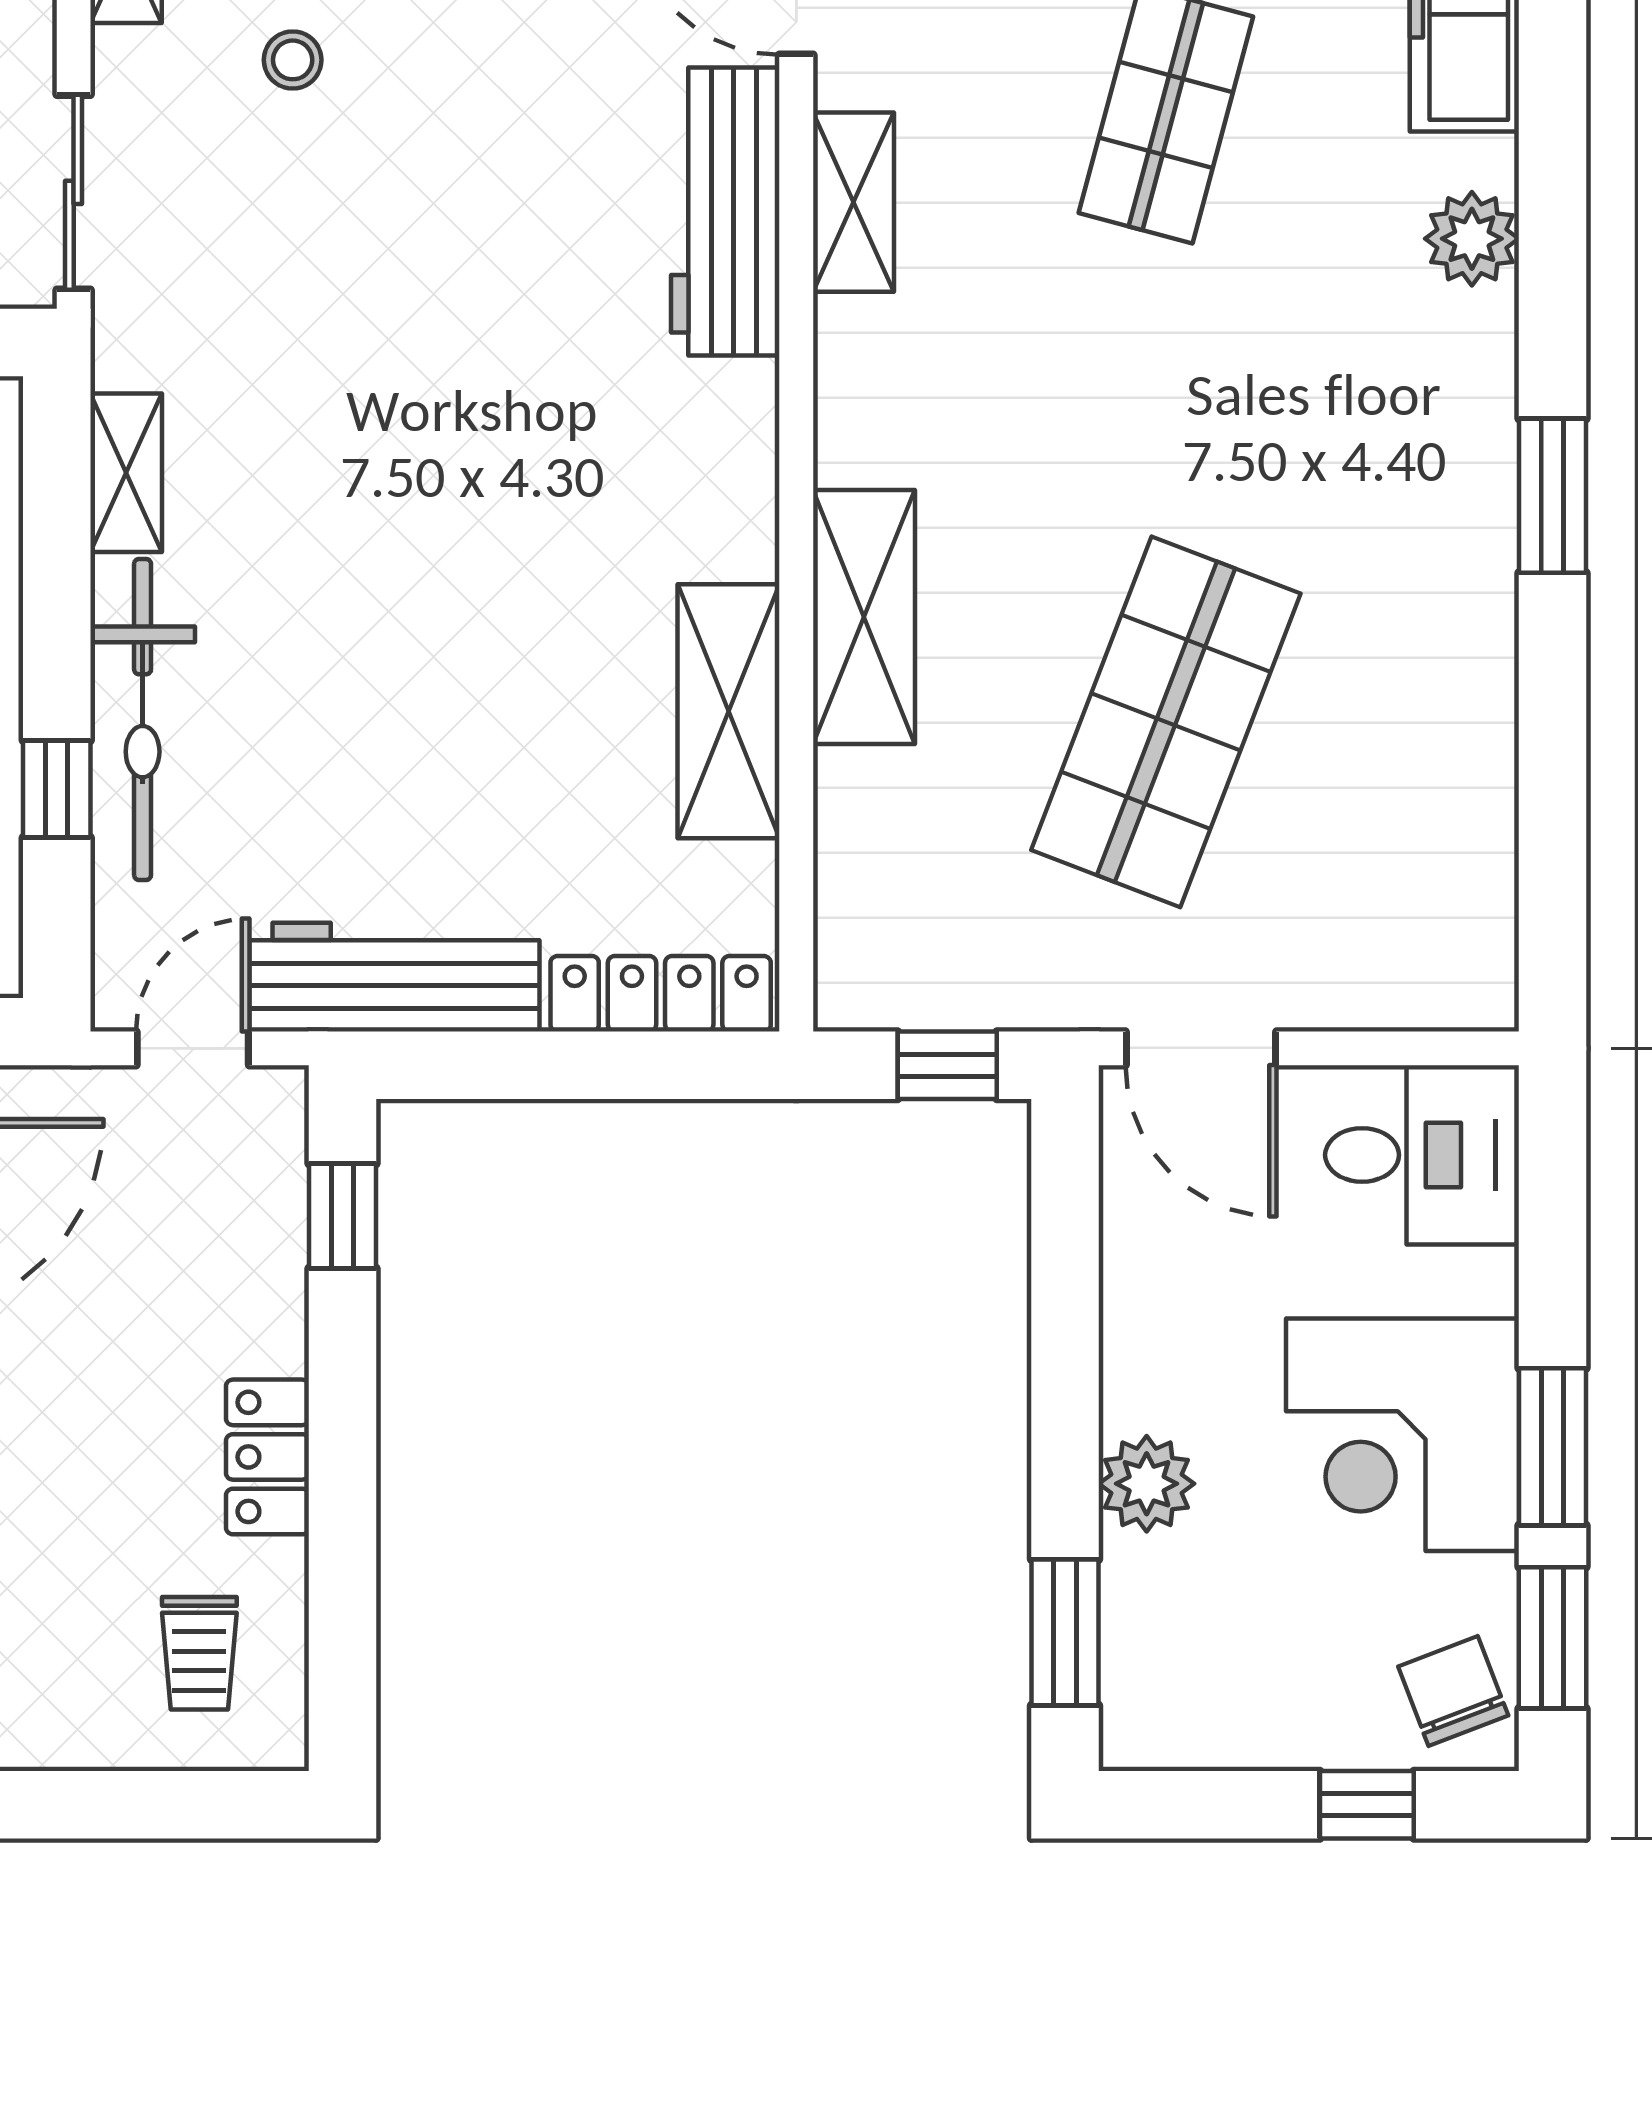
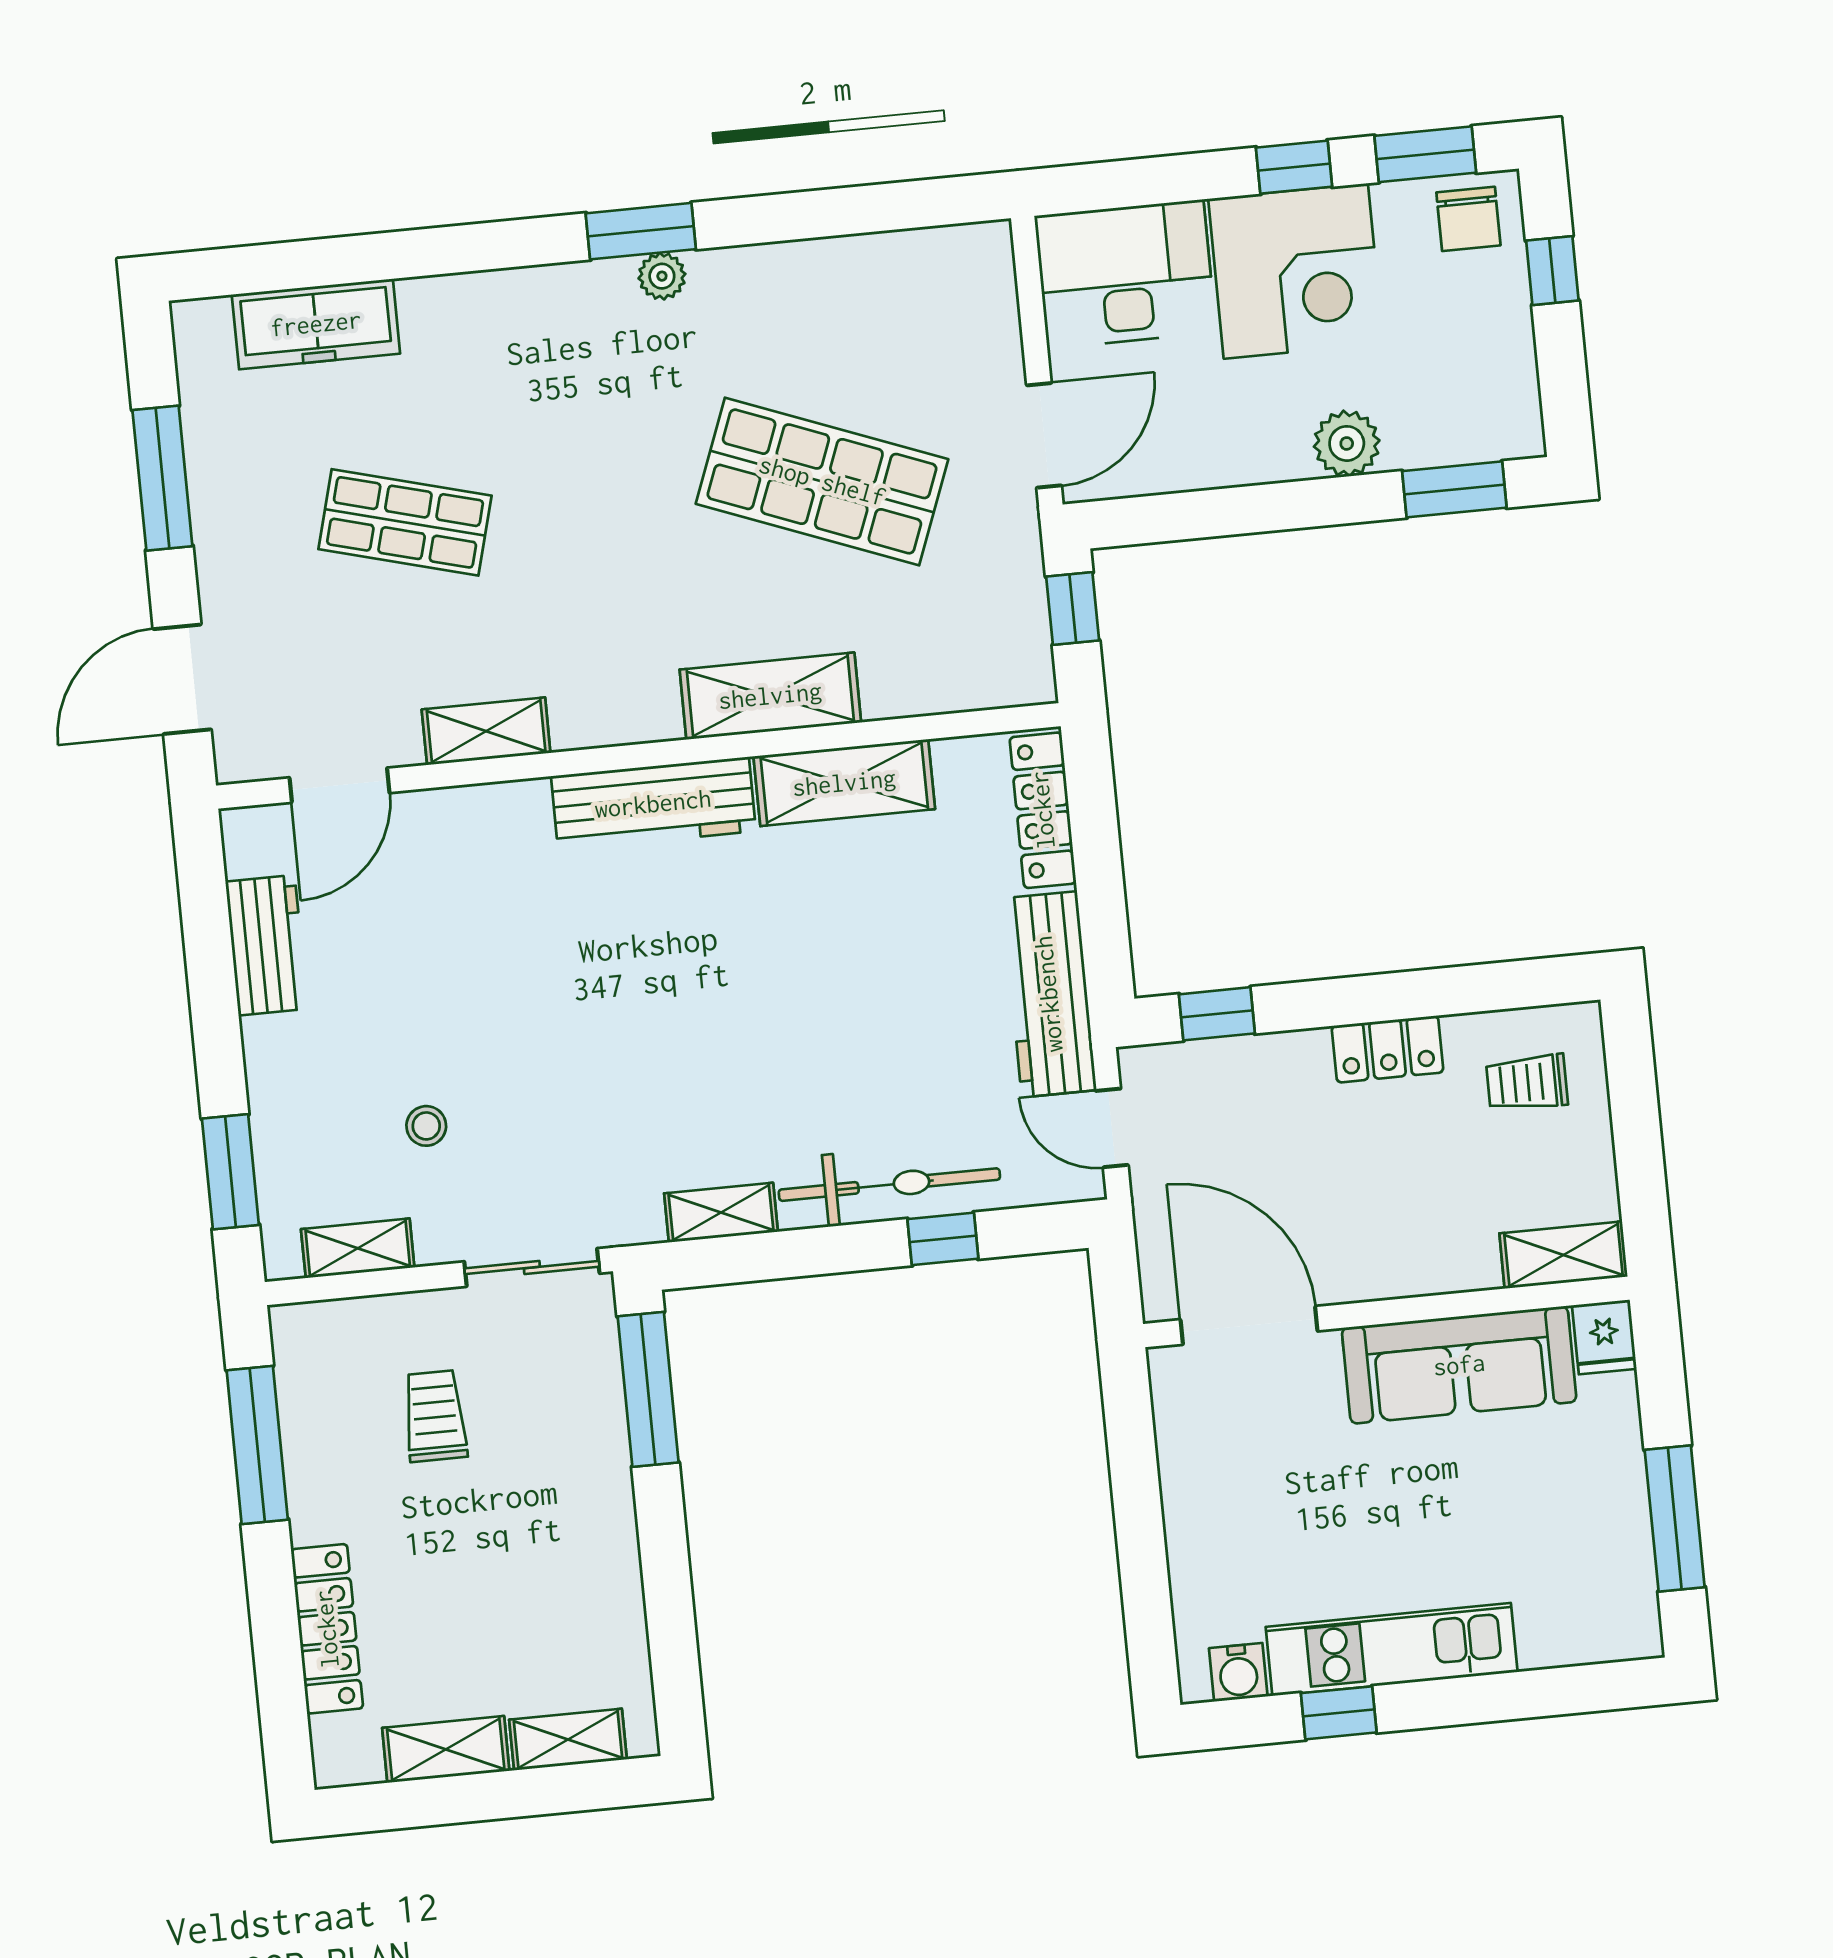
workbench: (725, 212) -> (653, 804), moved
plant: (1472, 239) -> (662, 276), moved, width x0.73, depth x0.73
desk: (1422, 1155) -> (1125, 274), width x1.37
window: (1552, 1447) -> (1294, 167), width x0.67
trolley: (199, 1653) -> (1527, 1083), turned 180
chair: (1453, 1691) -> (1468, 219), turned -69

